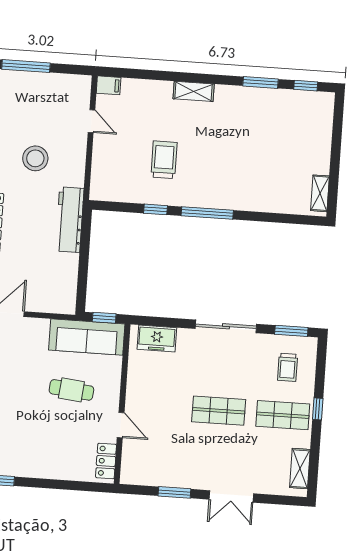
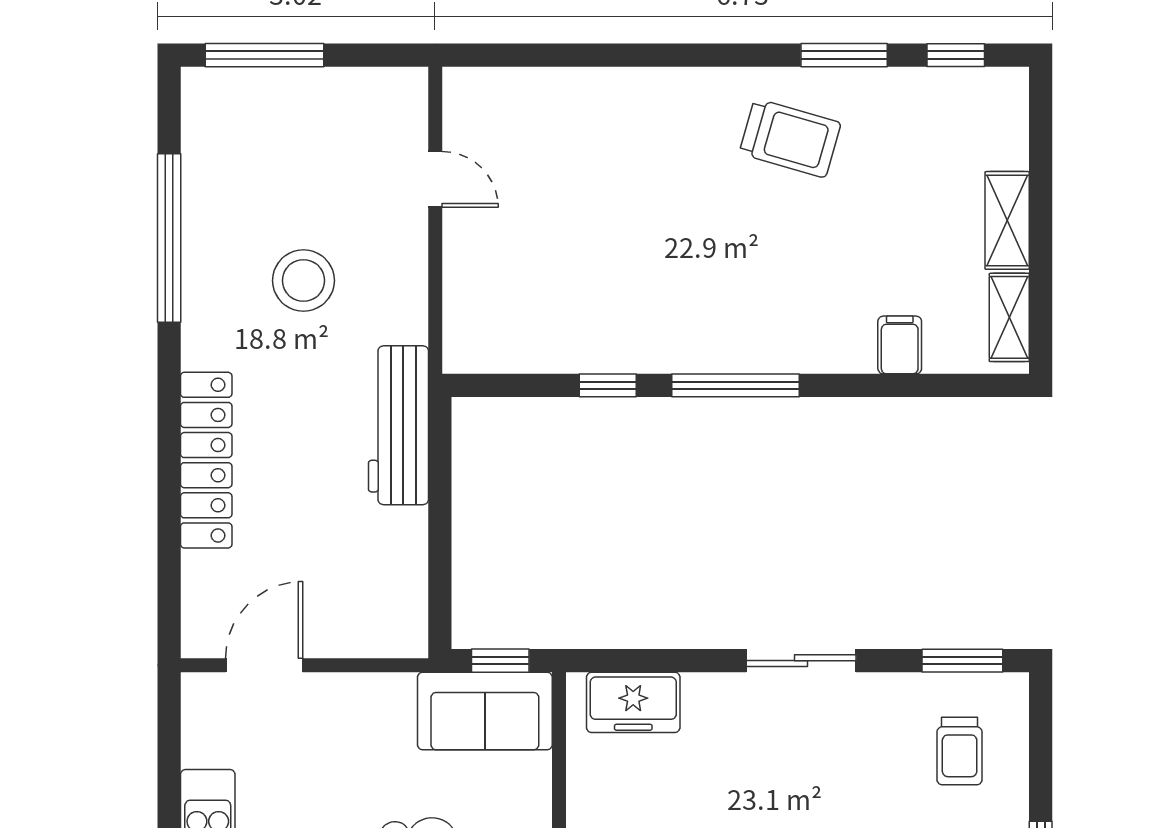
filing cabinet: (109, 85) -> (900, 345), moved, turned -90
shelving: (194, 91) -> (1007, 220), moved, turned 90
trolley: (164, 160) -> (790, 138), moved, turned 106
sliding door: (226, 326) -> (801, 661), width x0.73
sofa: (87, 337) -> (485, 711), width x0.73

